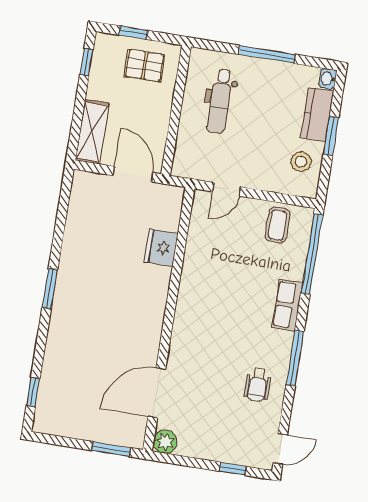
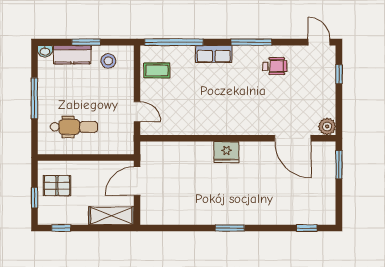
pallet: (144, 65) -> (57, 186), turned 90
fridge: (161, 248) -> (226, 152), moved

